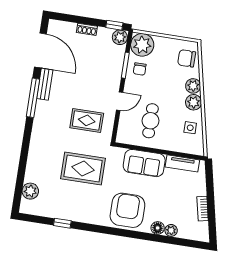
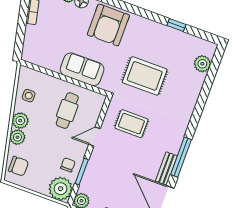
tv unit: (182, 163) -> (44, 61), removed

